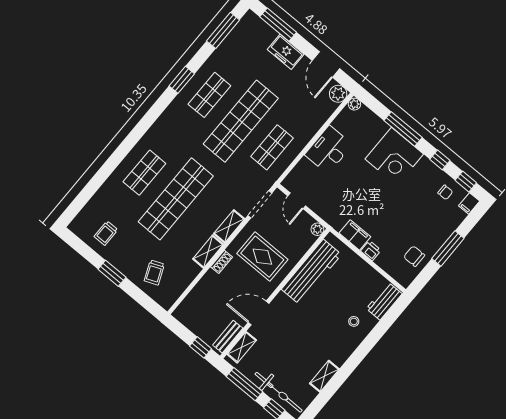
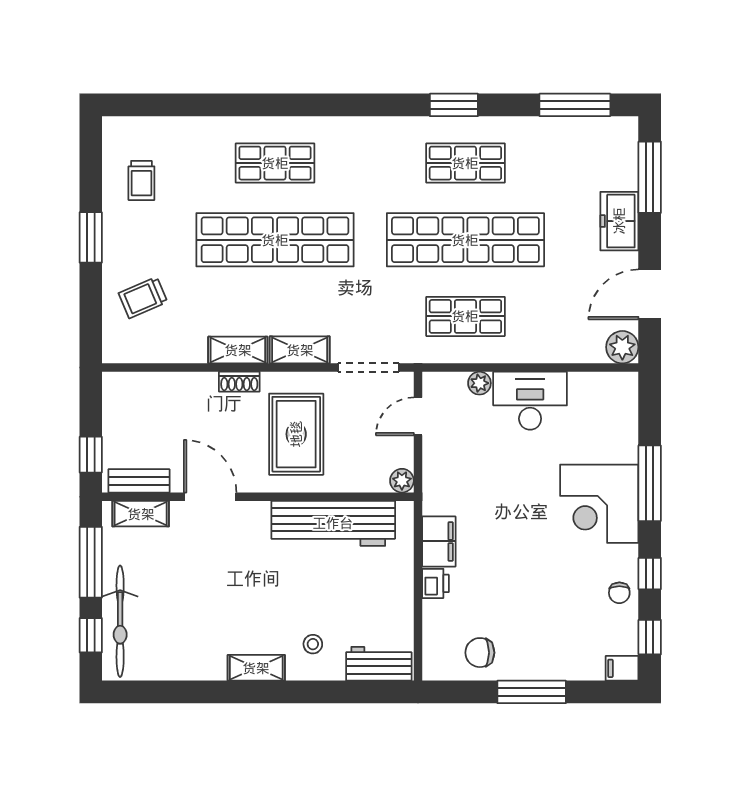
plant: (354, 104) -> (479, 383), moved
chair: (445, 192) -> (619, 593), moved
trolley: (106, 233) -> (141, 180), turned -90
chair: (414, 256) -> (480, 653), turned -90
shelving: (324, 376) -> (256, 668), moved

